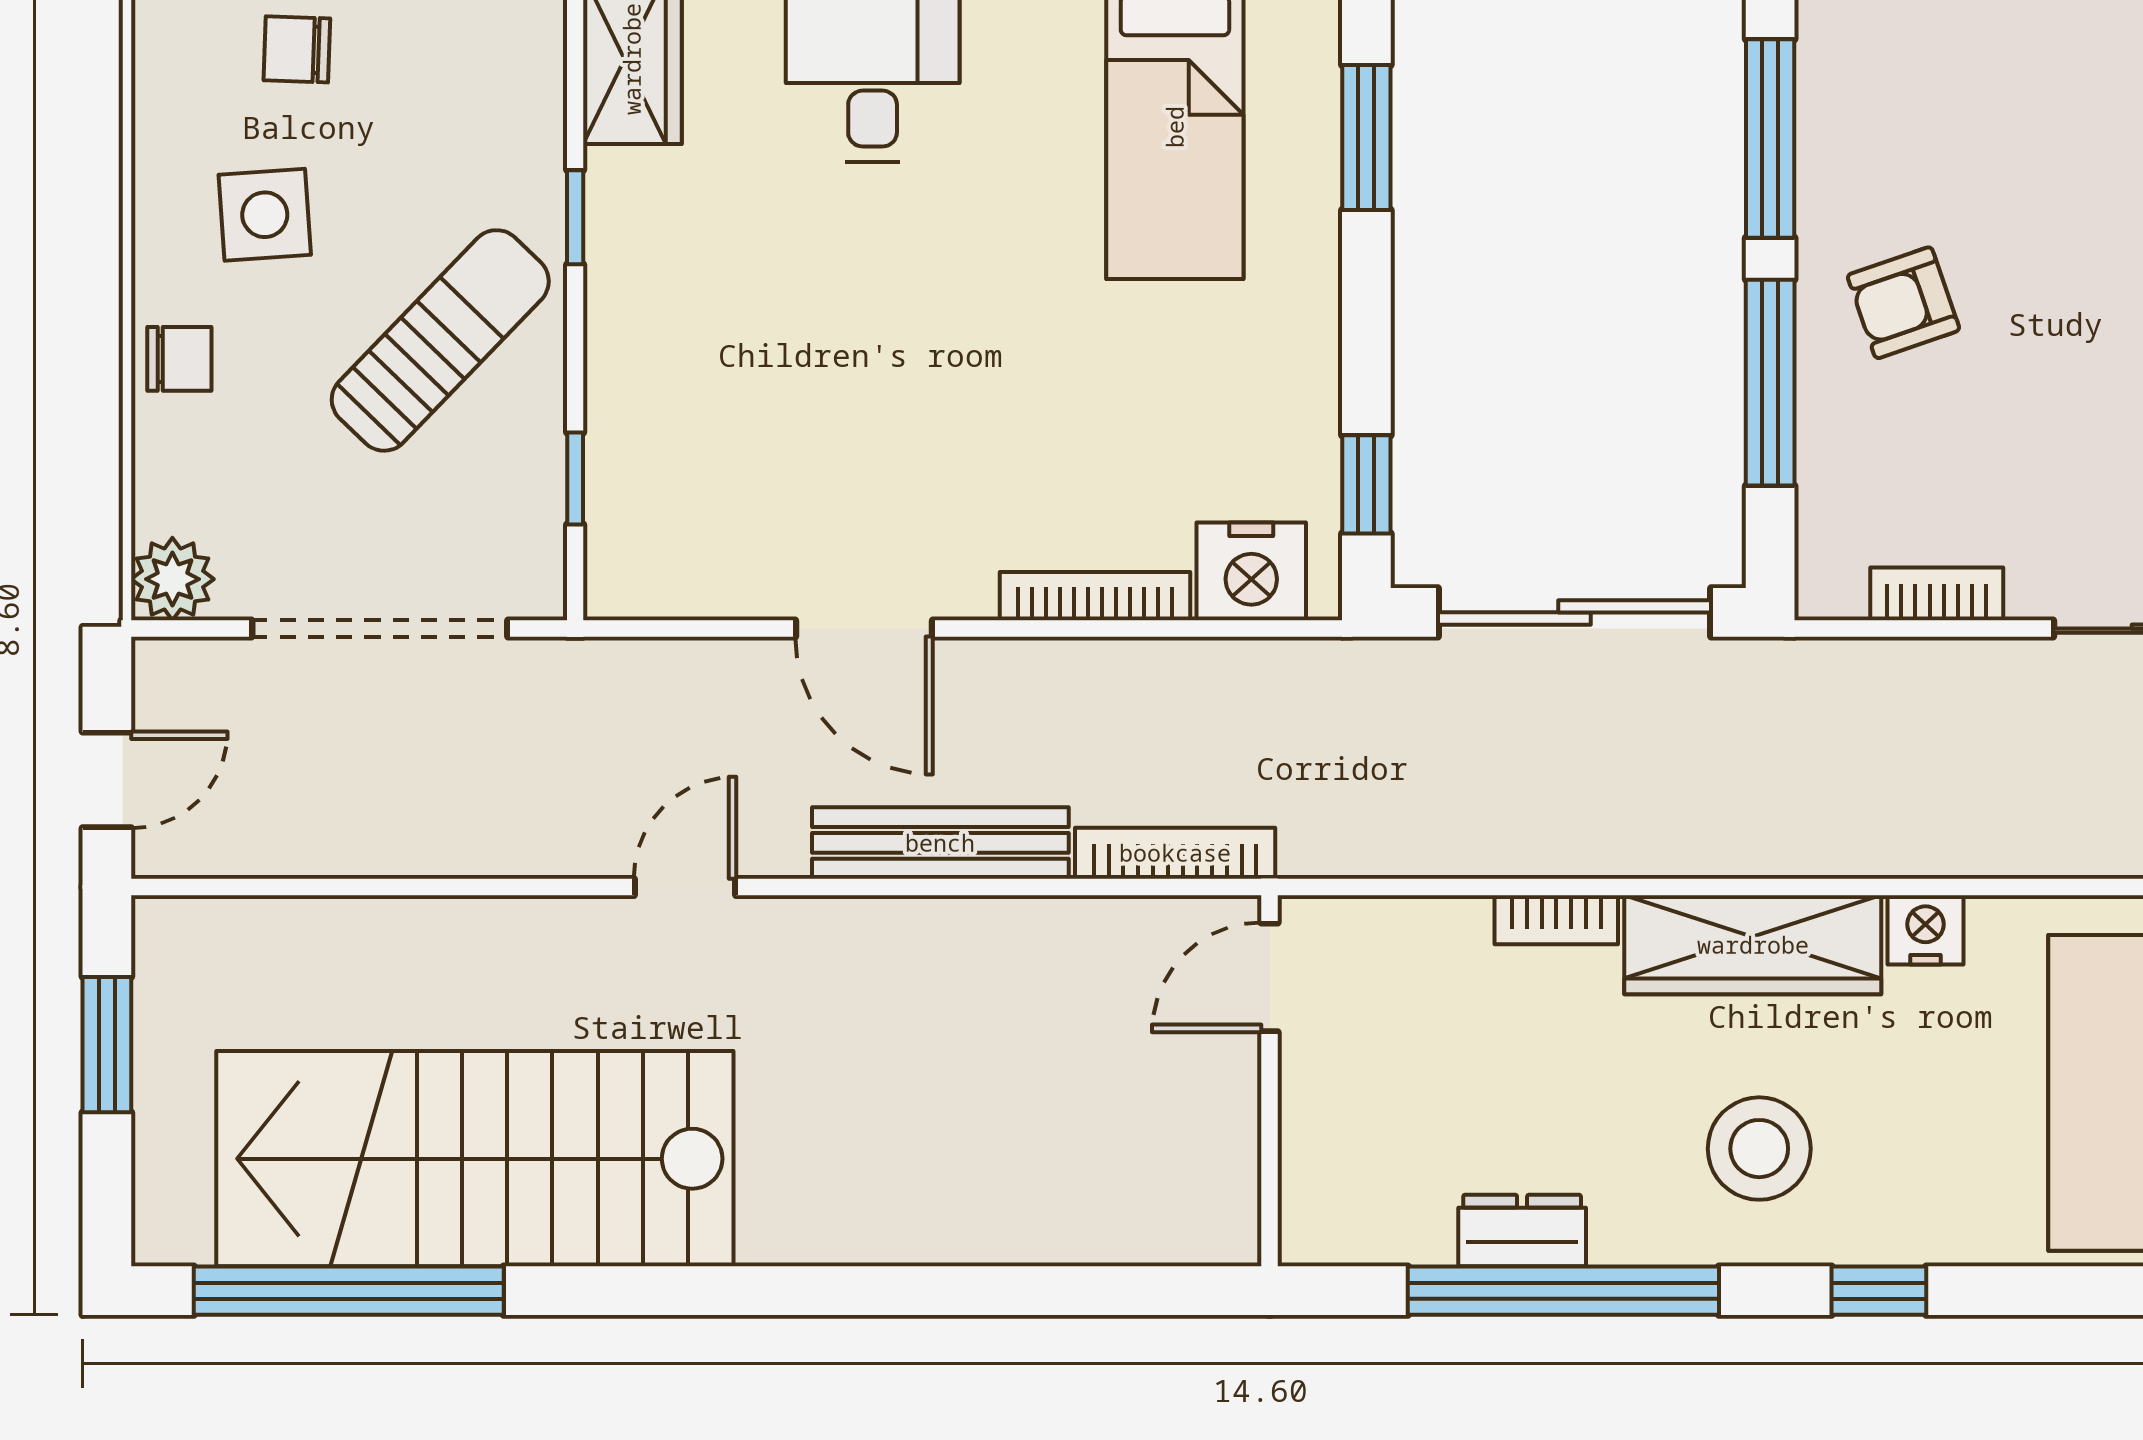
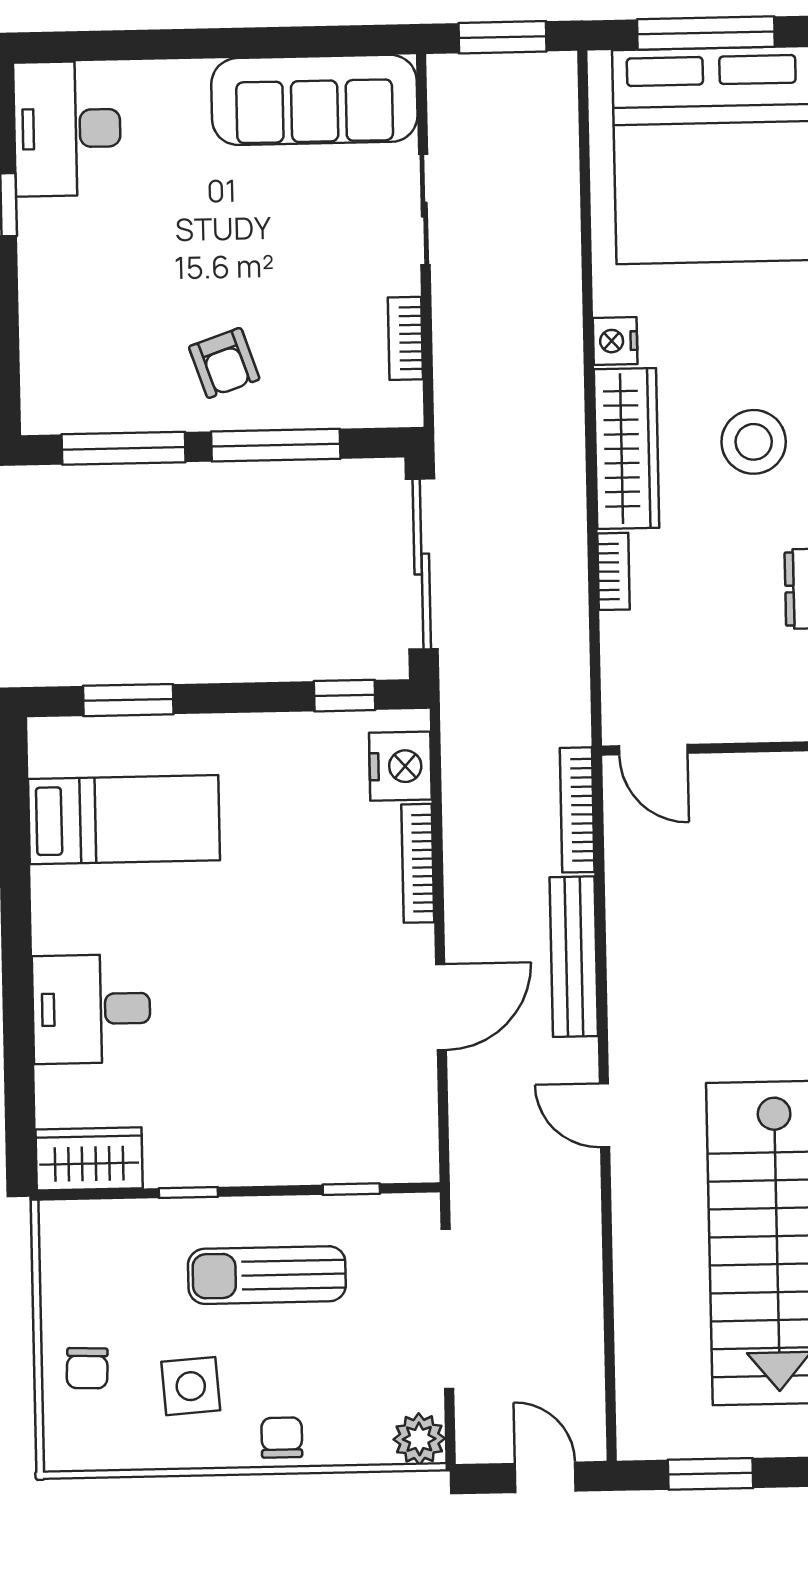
sun lounger: (440, 340) -> (267, 1275), turned -44

